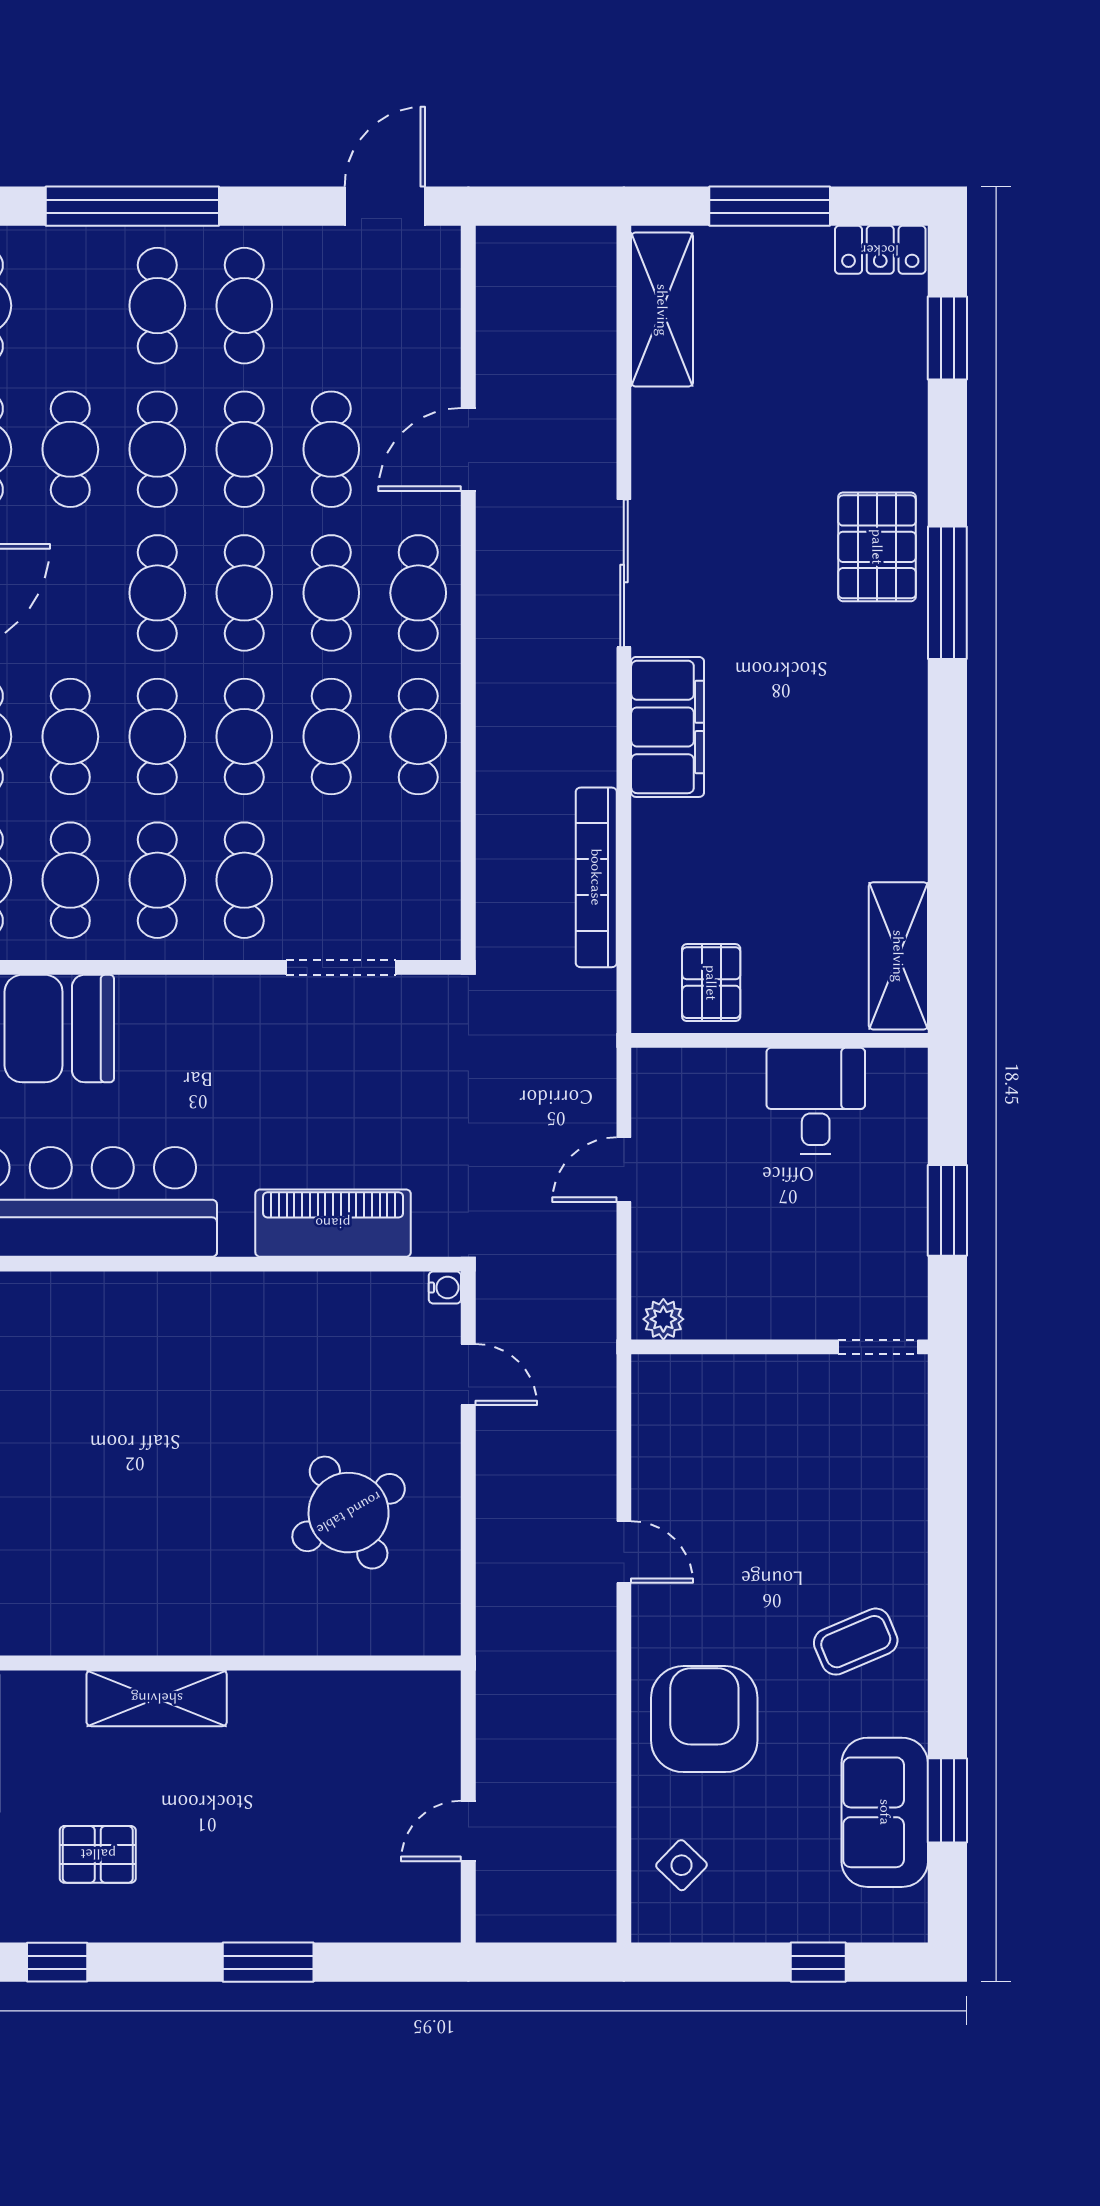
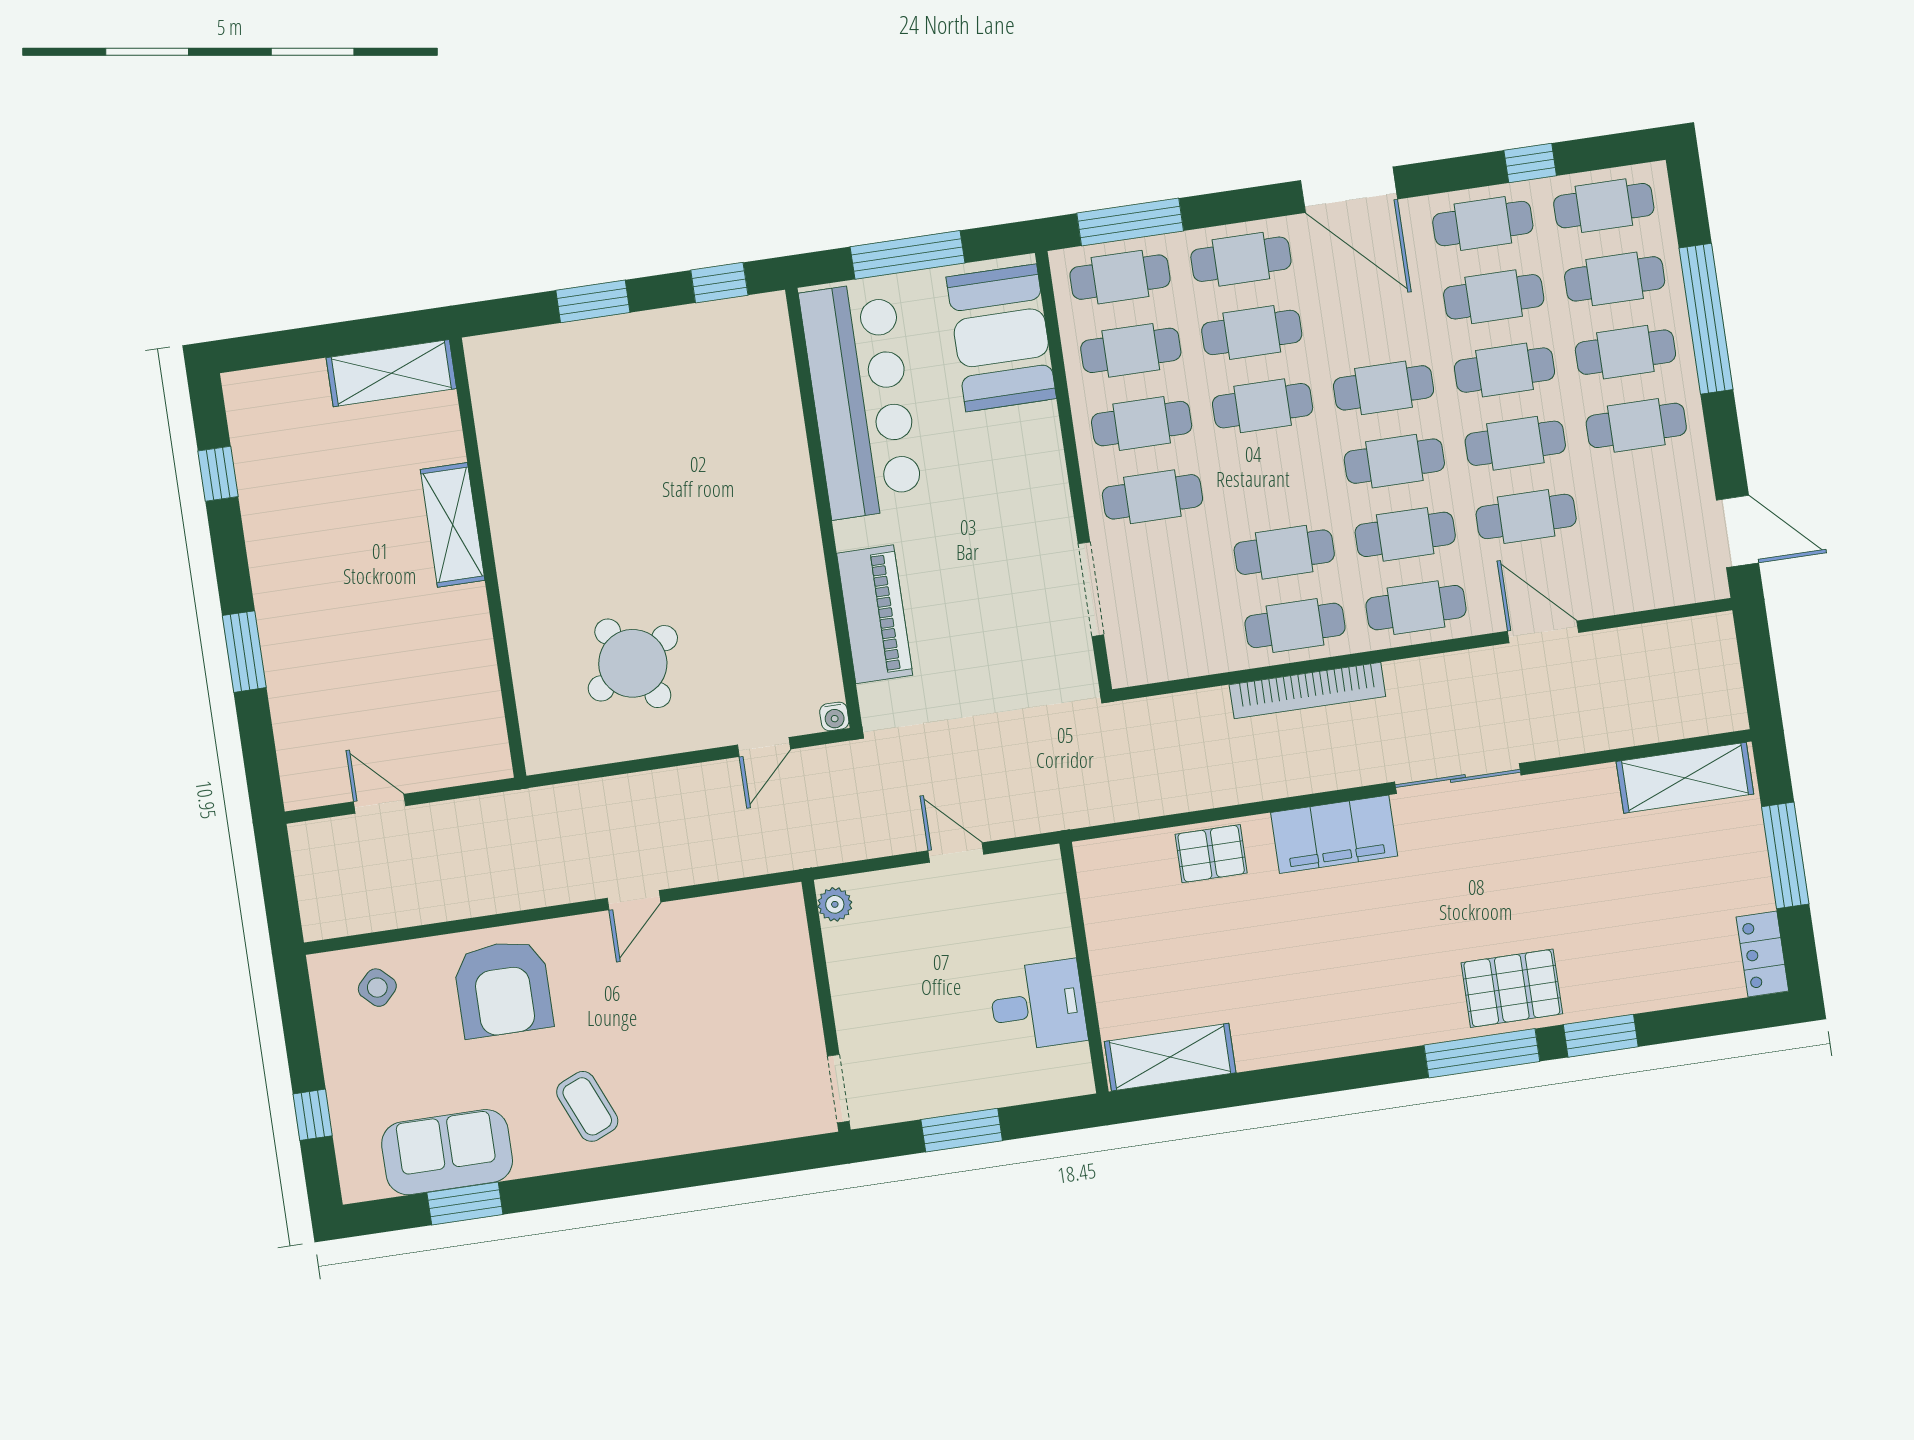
window: (947, 338) -> (1601, 1036), moved
cafe table: (244, 737) -> (1615, 279), moved
bookcase: (596, 877) -> (1307, 691), moved, turned 180
pallet: (711, 983) -> (1211, 854), moved
armchair: (704, 1719) -> (503, 989), turned 90
pallet: (98, 1854) -> (314, 495), removed

